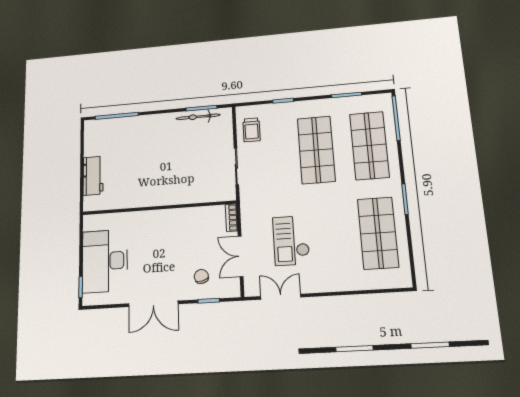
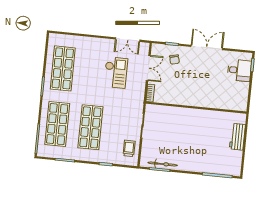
desk: (105, 261) -> (239, 70), width x0.53, depth x0.77

